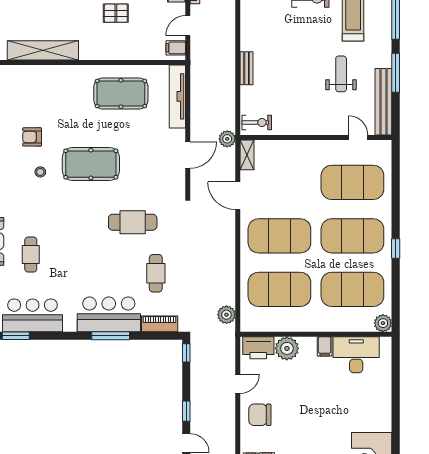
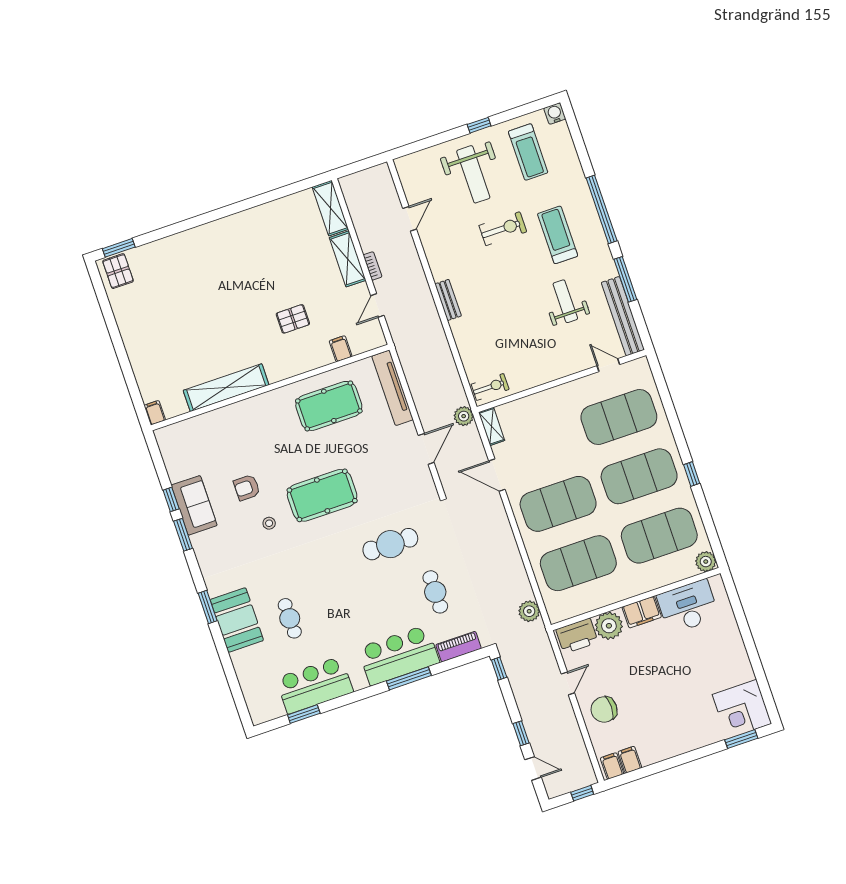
filing cabinet: (176, 48) -> (341, 349), moved, turned 90
bench: (247, 68) -> (448, 300), moved
filing cabinet: (325, 346) -> (642, 612), width x2.00

